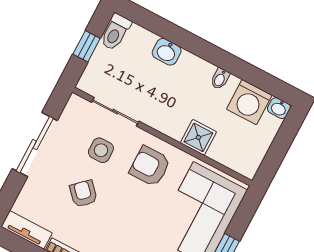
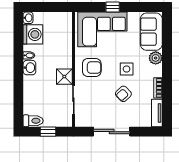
washbasin: (167, 52) -> (29, 68), moved
shower: (198, 137) -> (64, 77), moved
side table: (101, 150) -> (127, 69), moved
armchair: (150, 166) -> (92, 68), turned -90

